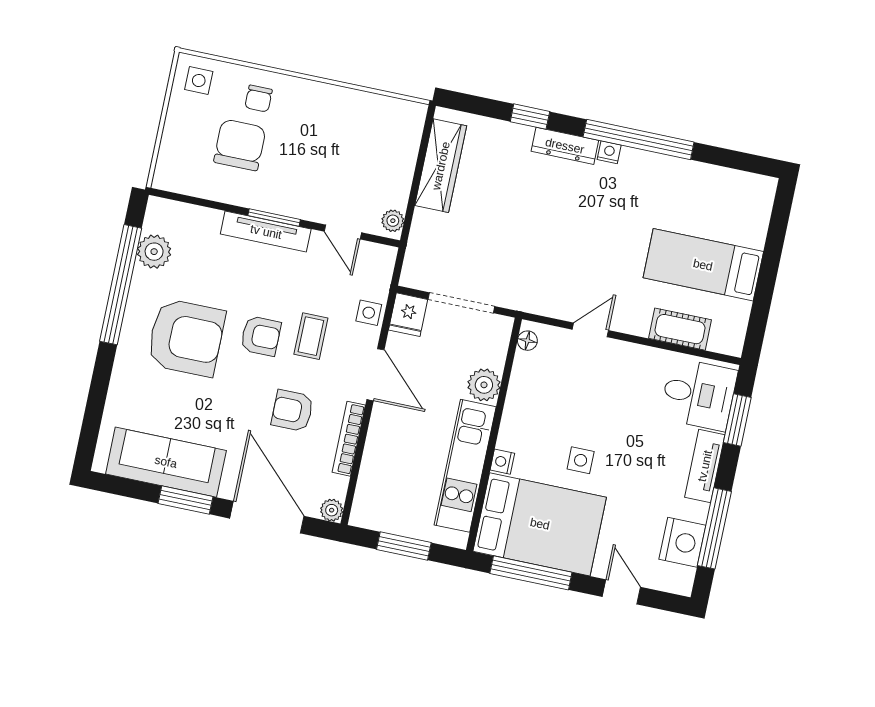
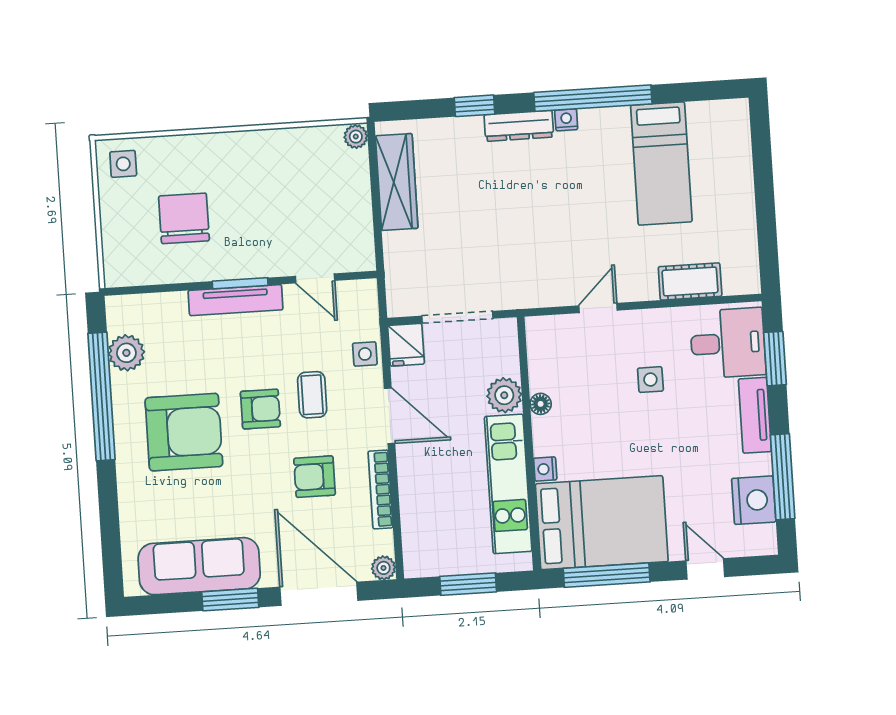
chair: (259, 99) -> (190, 165), removed
plant: (393, 221) -> (356, 137), moved
bed: (703, 265) -> (661, 164), moved, turned -90
floor lamp: (527, 341) -> (541, 404), moved
side table: (581, 460) -> (650, 380), moved

